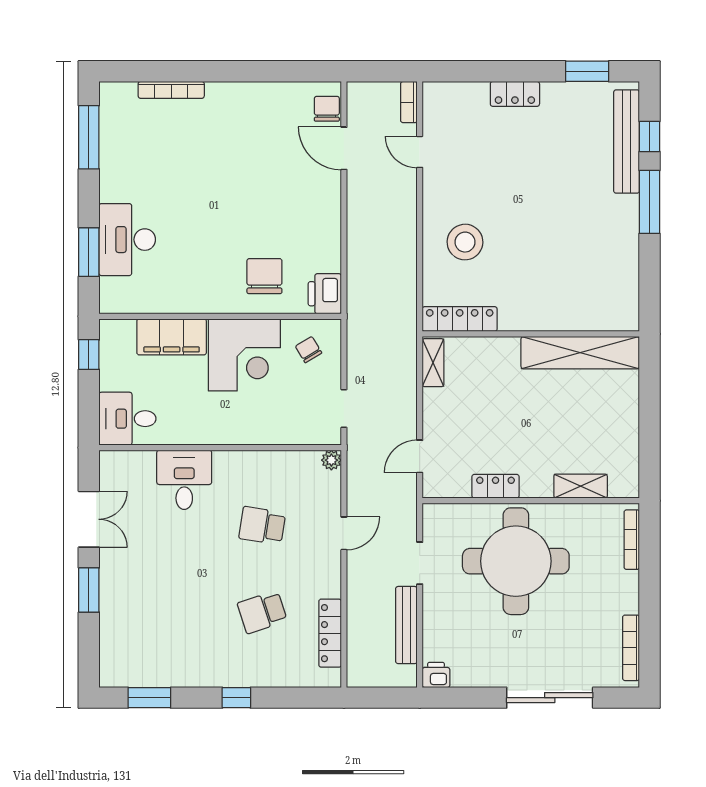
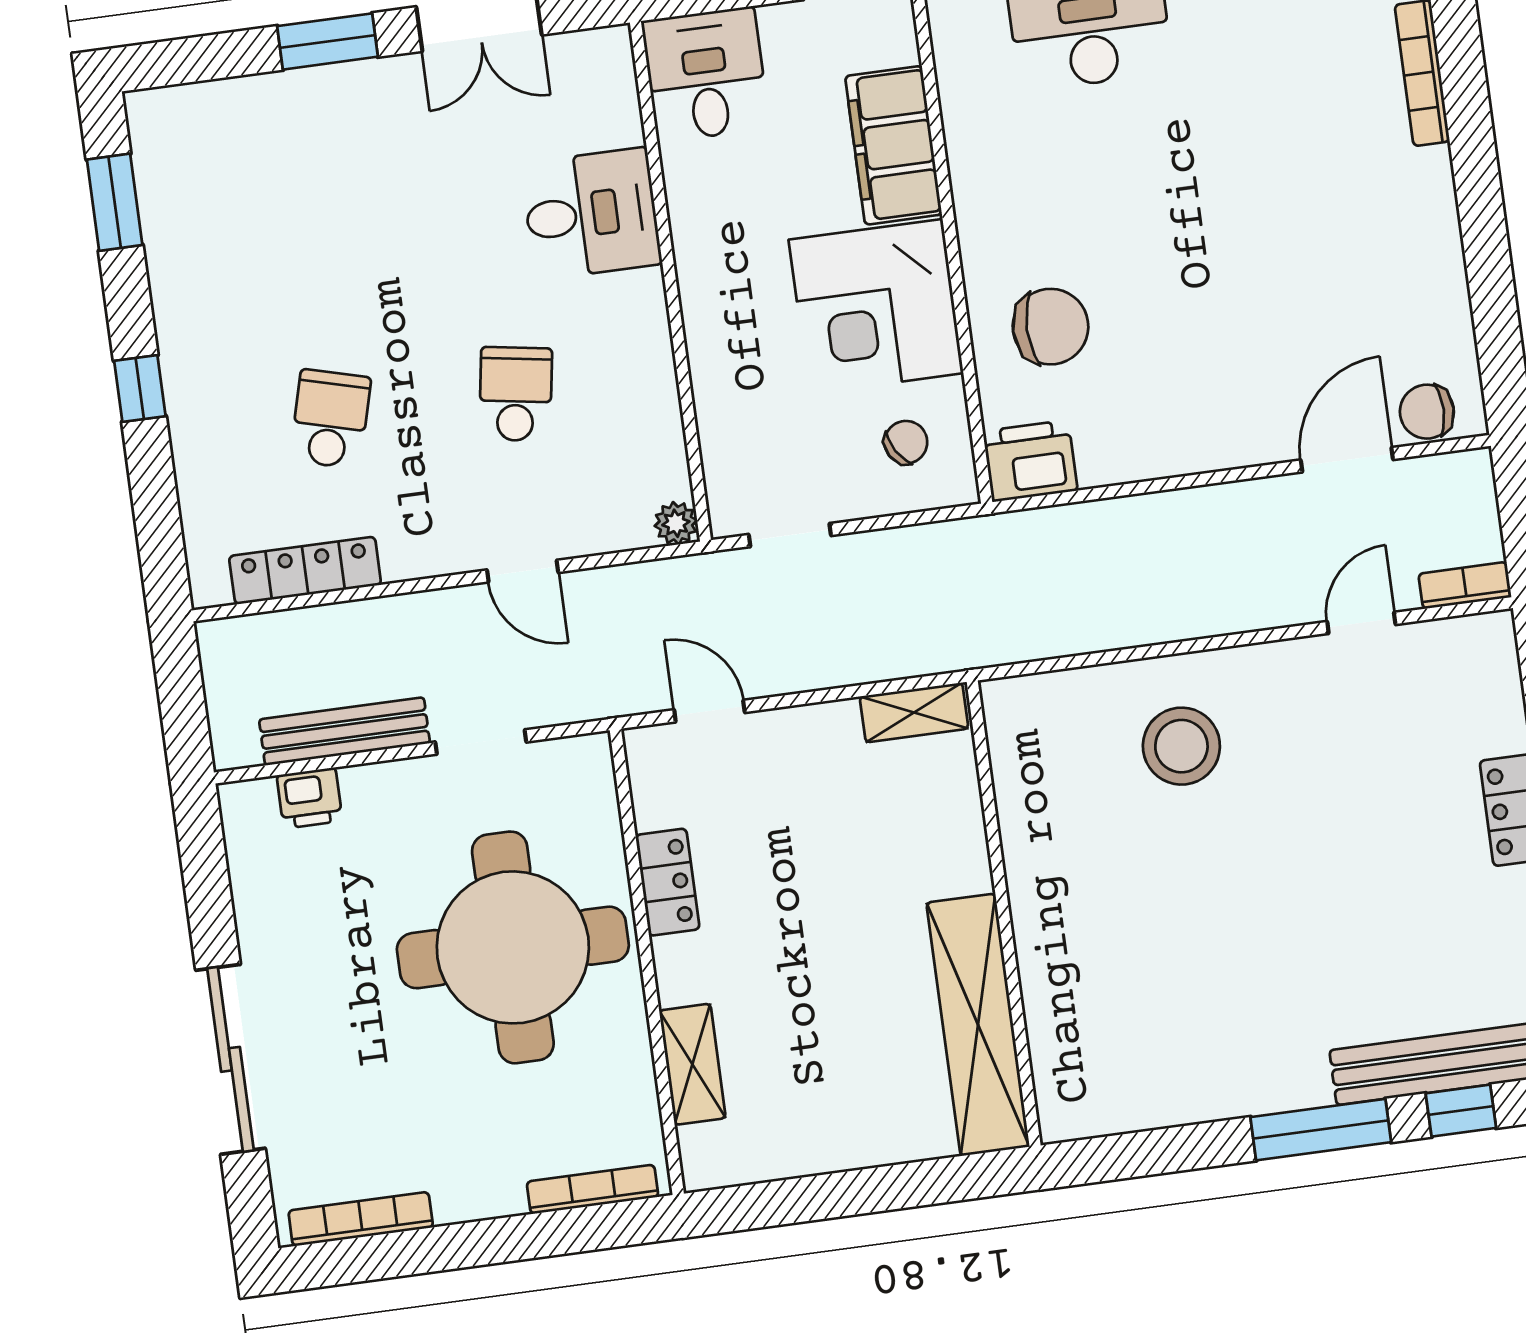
chair: (327, 109) -> (1427, 412), turned 180
locker: (460, 319) -> (1015, 757), removed
school desk: (262, 612) -> (330, 419), turned 33
printer: (436, 675) -> (310, 798), moved, turned 90

